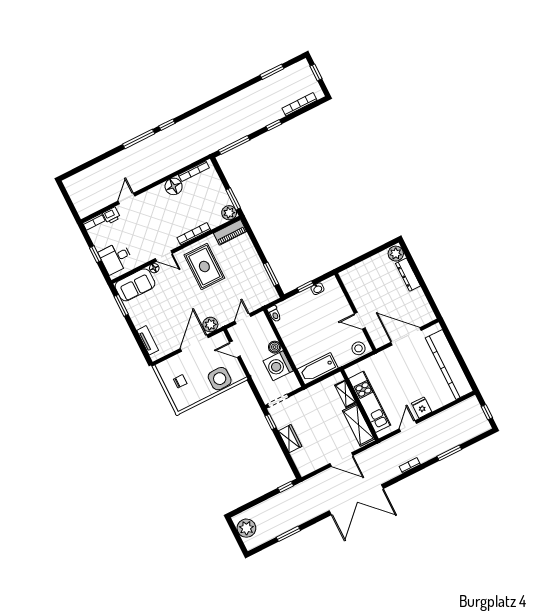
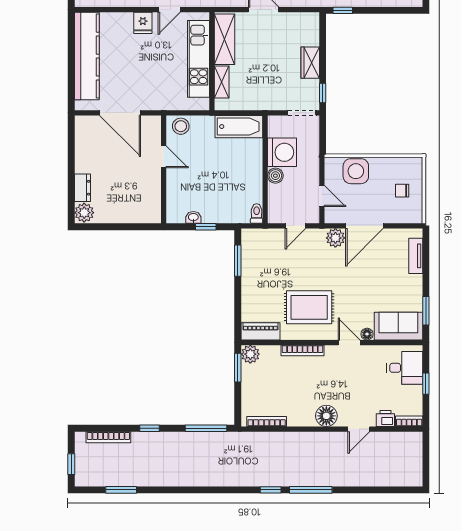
floor lamp: (174, 186) -> (326, 416), moved
rug: (204, 266) -> (309, 307), turned 90
dresser: (408, 275) -> (82, 188), width x0.70

